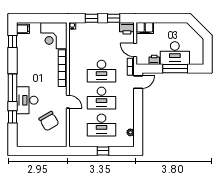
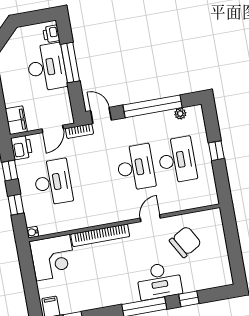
printer: (154, 60) -> (51, 34), moved
desk: (101, 71) -> (53, 182), moved
window: (138, 116) -> (153, 106), added

